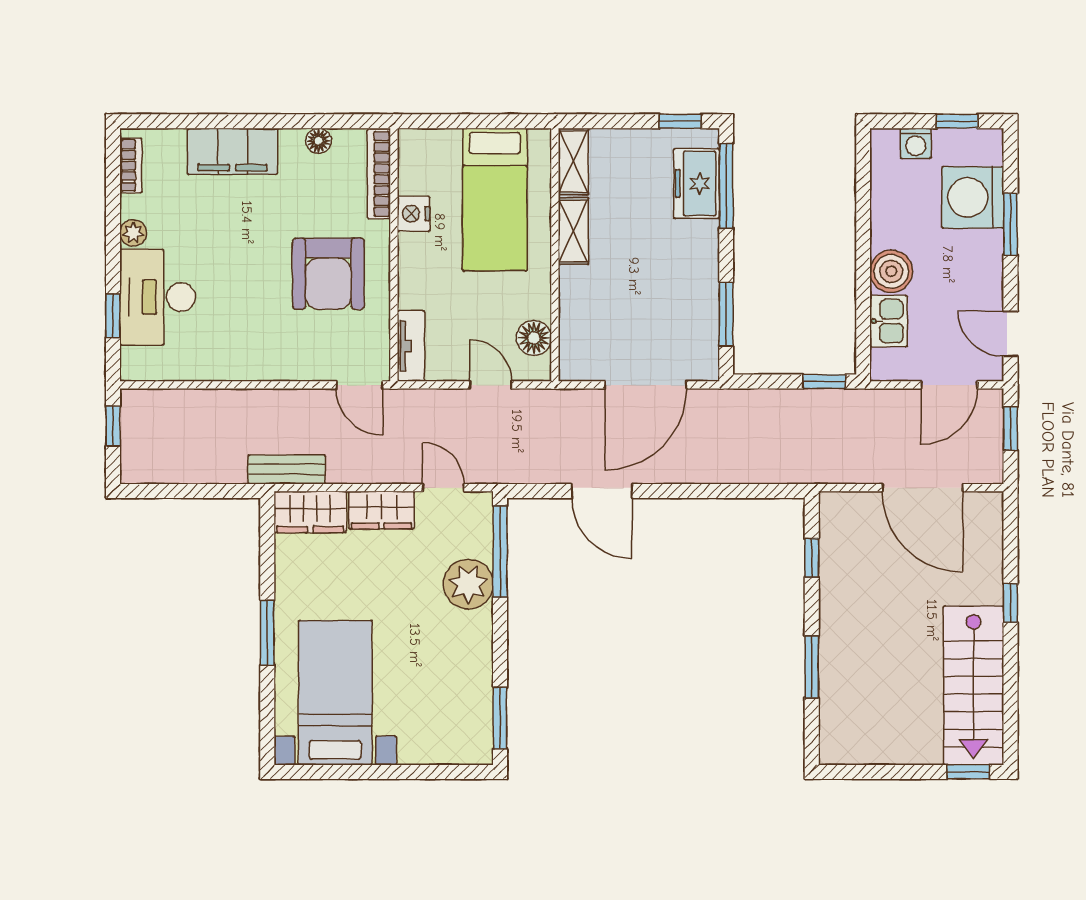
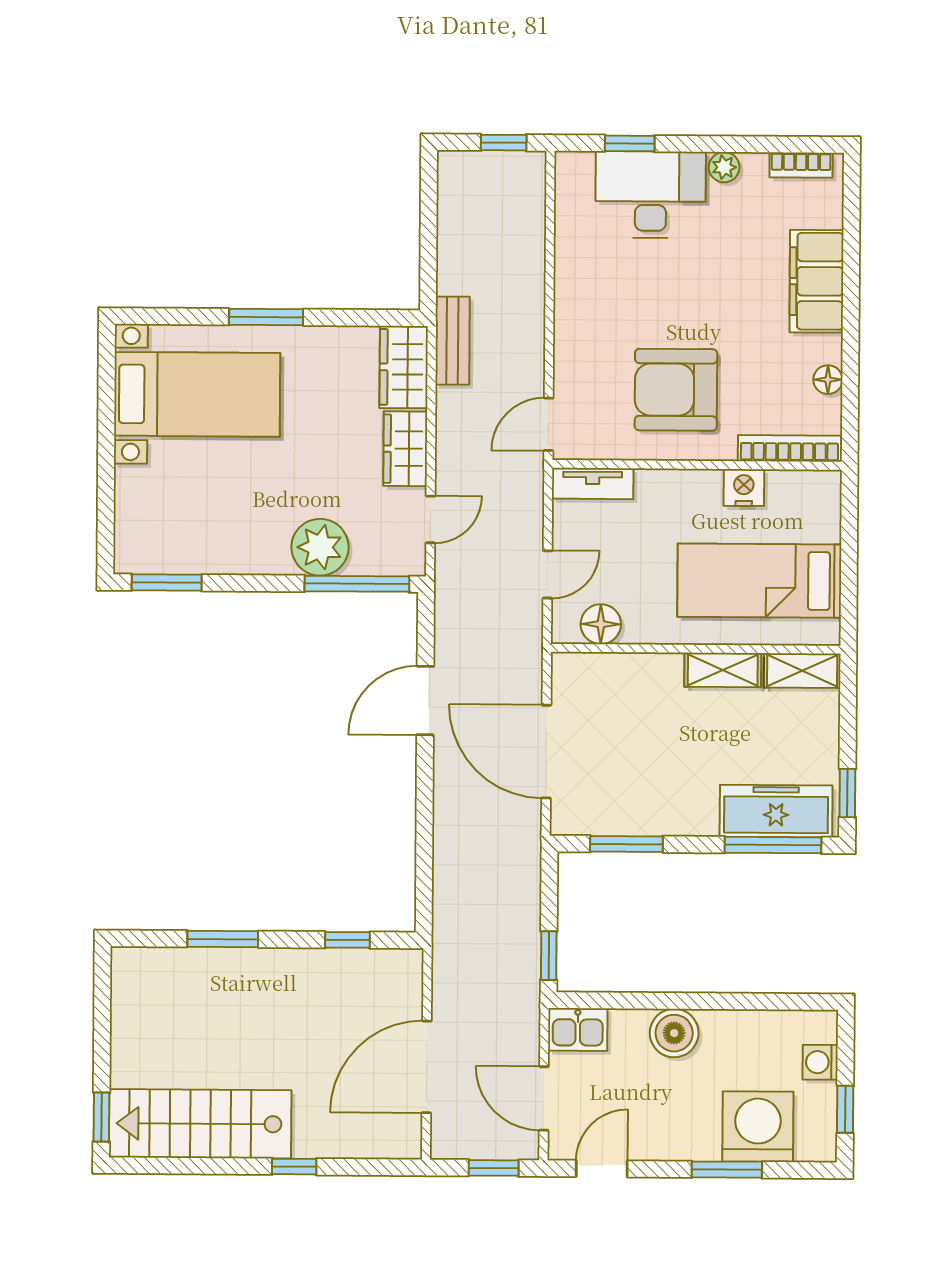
freezer: (696, 183) -> (776, 811), width x1.40
kitchen sink: (889, 321) -> (578, 1029), moved

